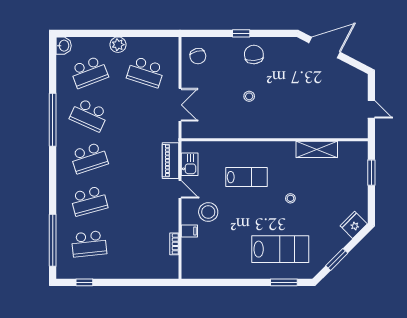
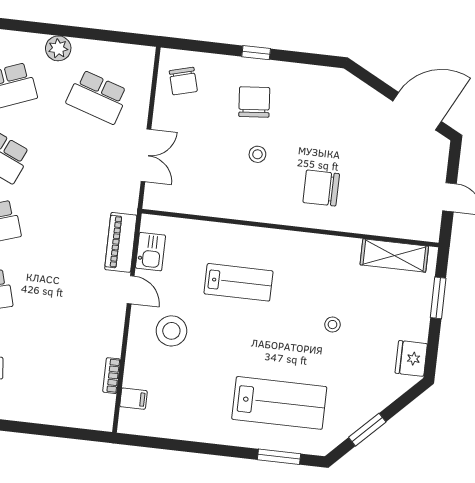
door: (325, 48) -> (417, 111), moved
chair: (254, 54) -> (254, 102), moved
chair: (291, 113) -> (321, 188), added
shelving: (317, 149) -> (394, 255), moved
stool: (290, 198) -> (332, 325), moved
fridge: (354, 225) -> (411, 358), moved, turned -45
filing cabinet: (189, 231) -> (133, 399), moved

